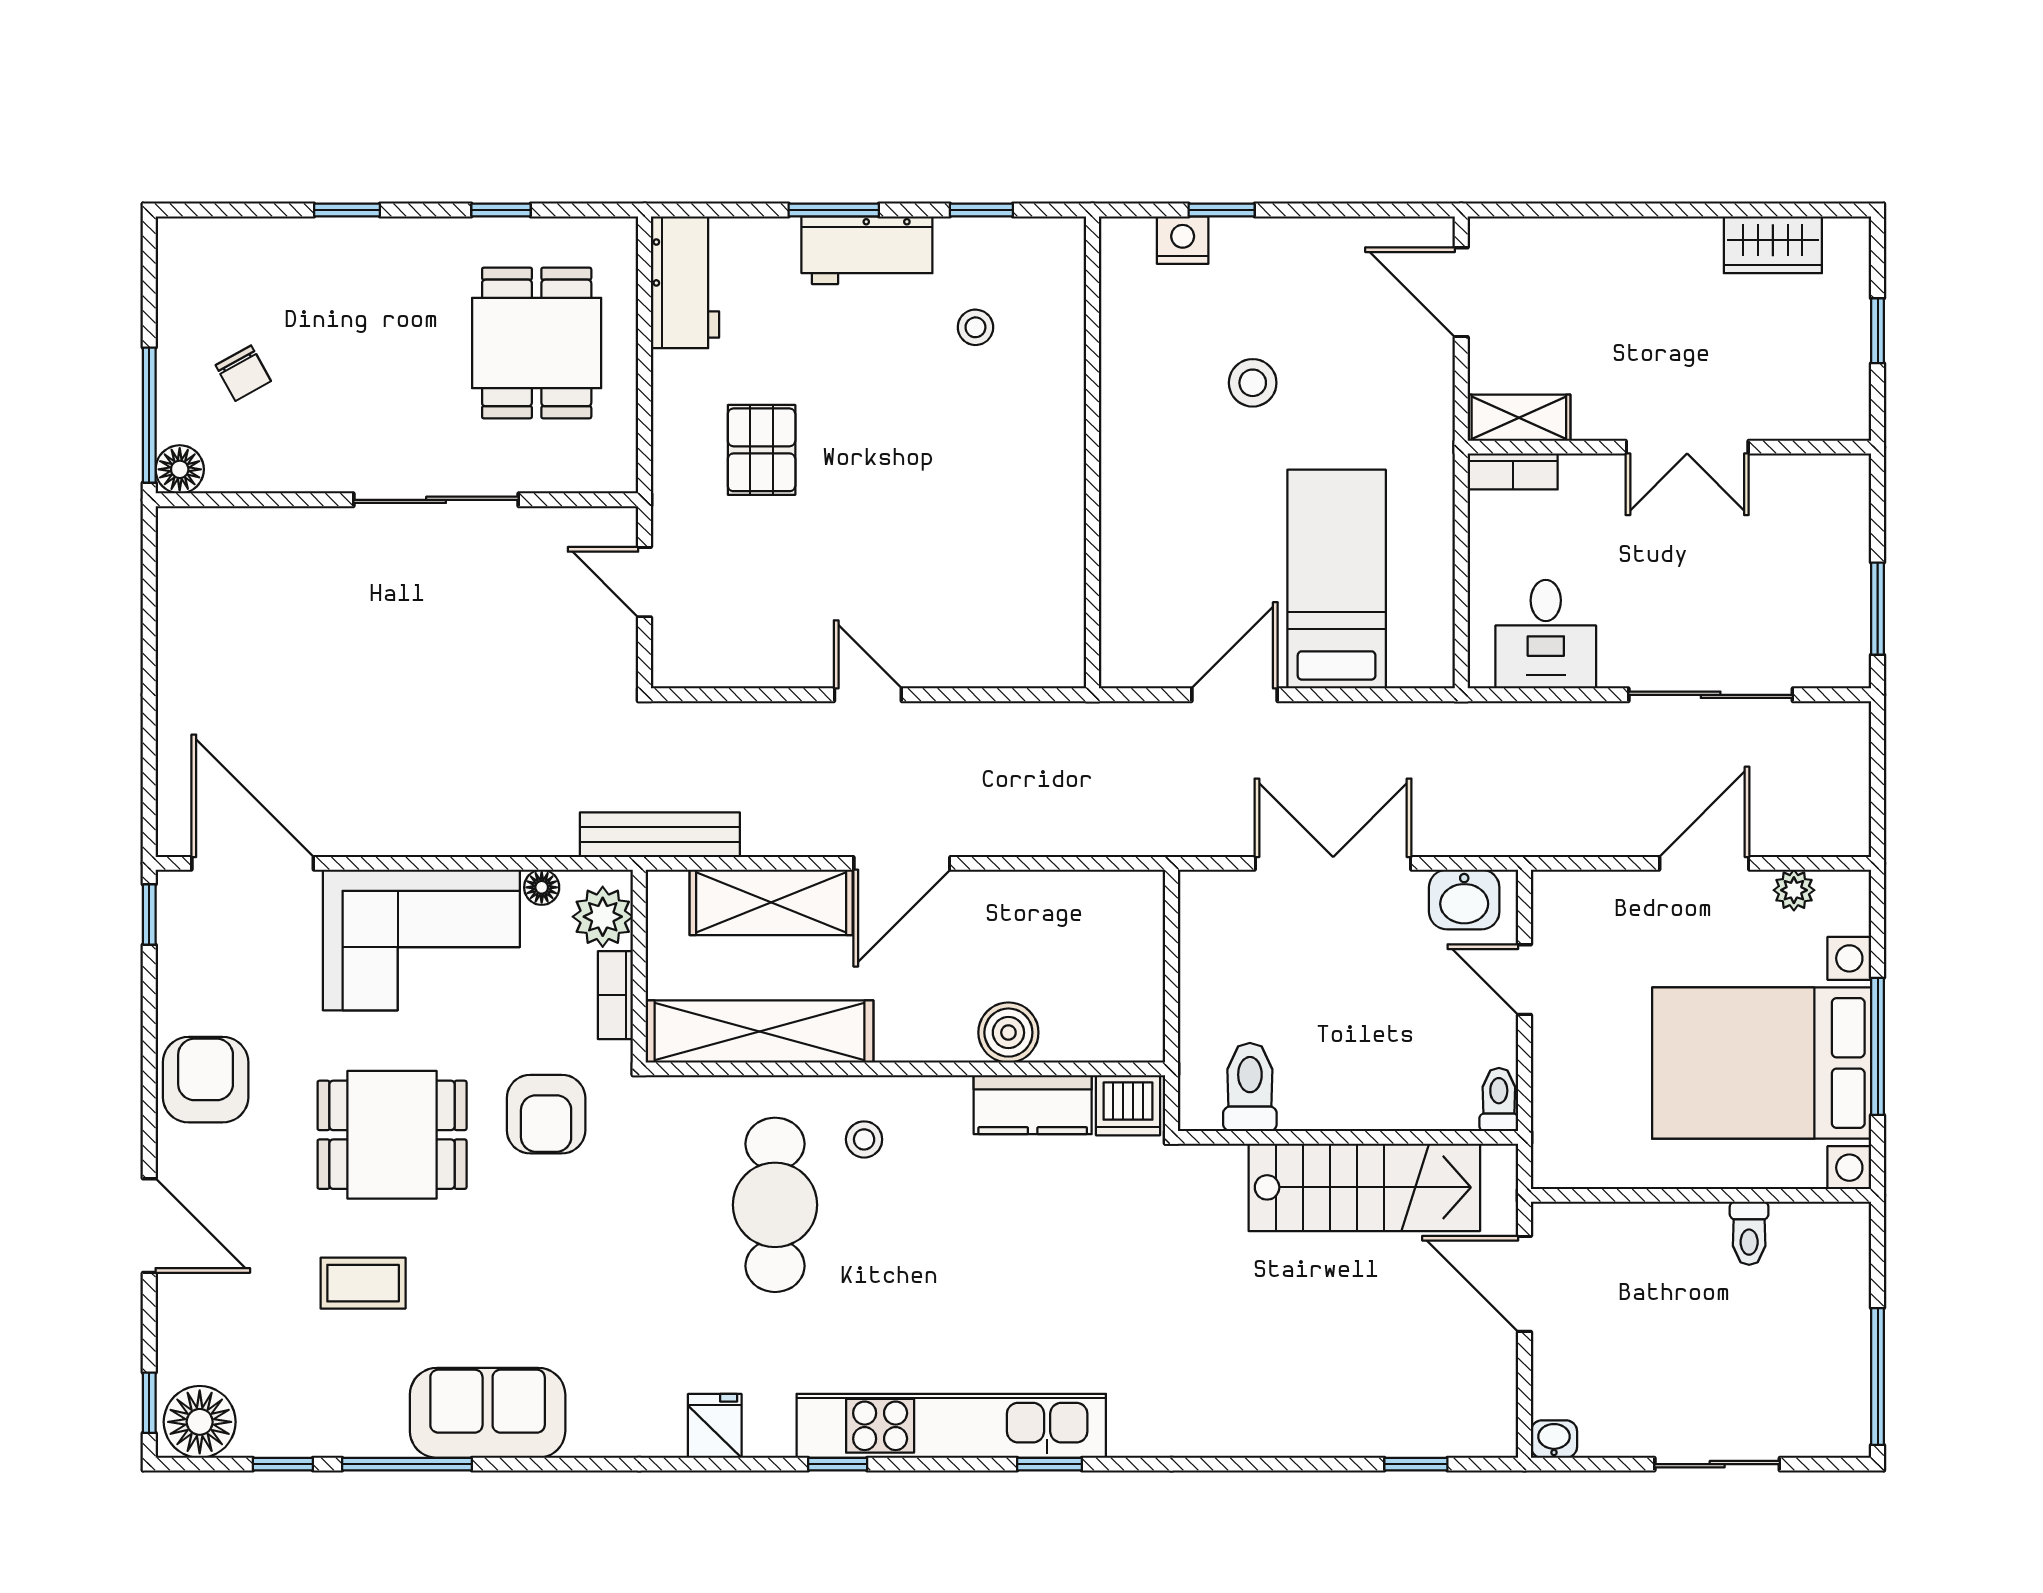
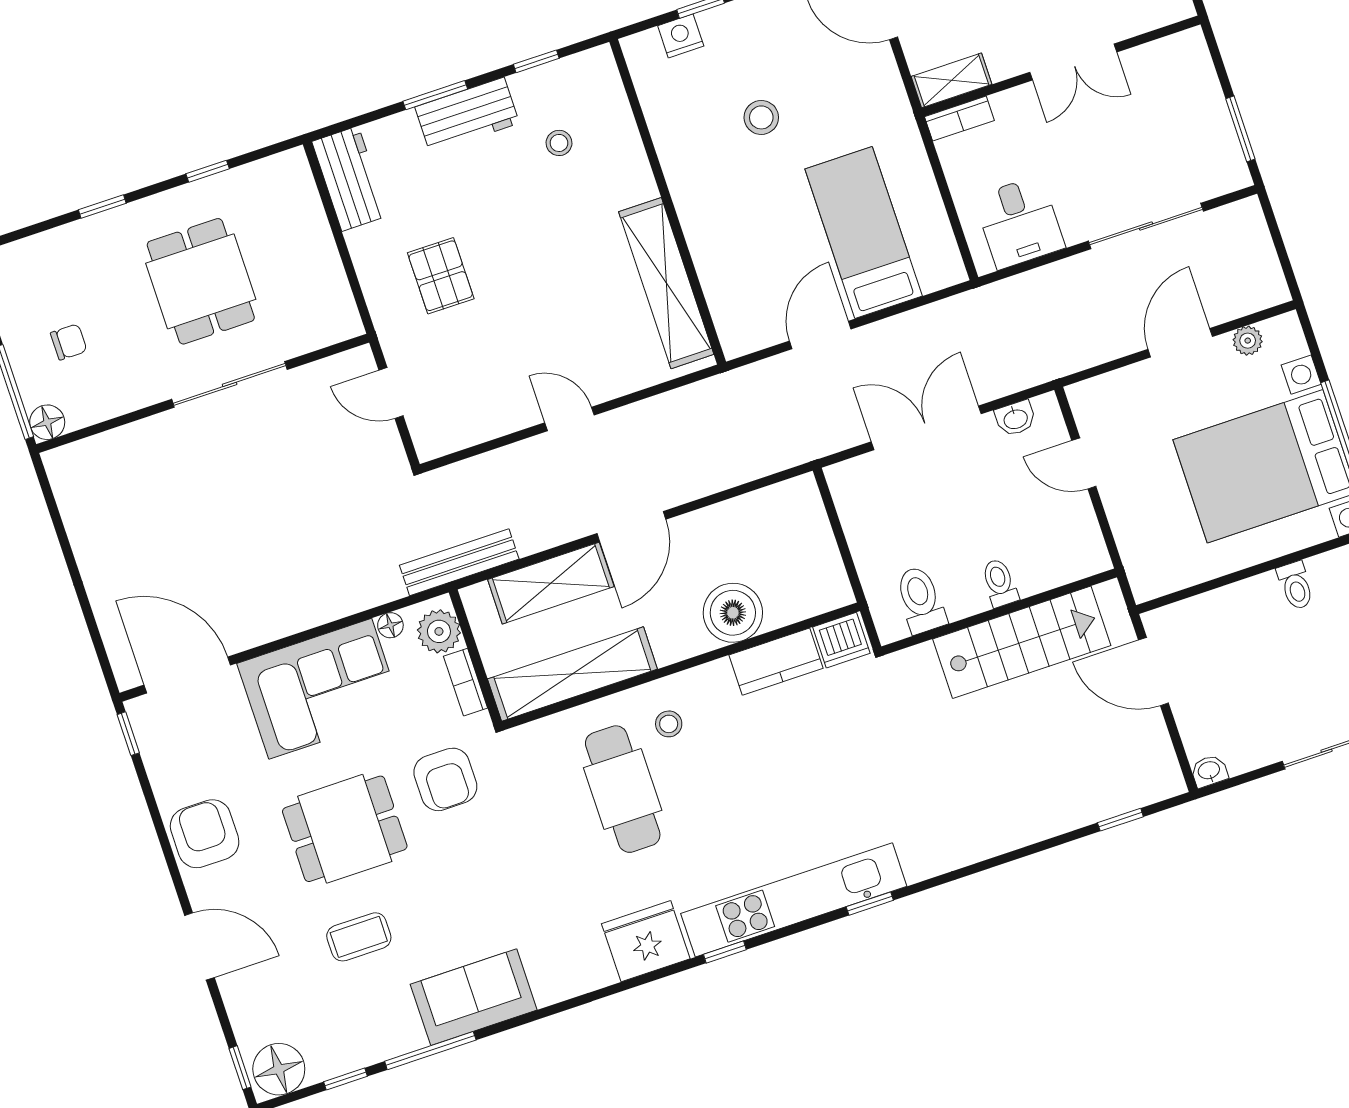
dining table: (537, 343) -> (201, 281), moved
chair: (243, 373) -> (69, 342), turned -61
shelving: (1055, 559) -> (666, 283), added
washbasin: (1464, 900) -> (1015, 418), width x0.72, depth x0.69
boiler: (1008, 1033) -> (733, 613), width x1.37, depth x1.37
toilet: (1499, 1099) -> (1000, 583), moved
fridge: (715, 1426) -> (646, 941), width x1.88, depth x1.34

